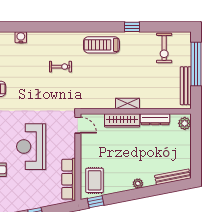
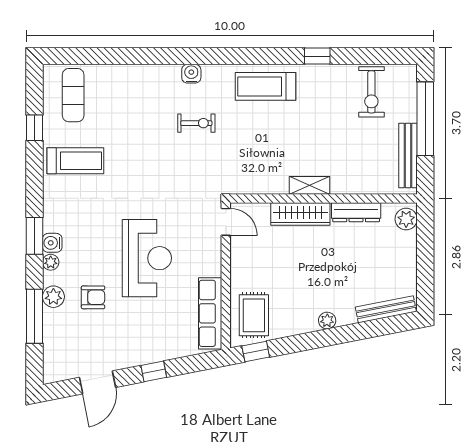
water cooler: (21, 37) -> (191, 74), moved
reception desk: (31, 147) -> (147, 258), turned 180

